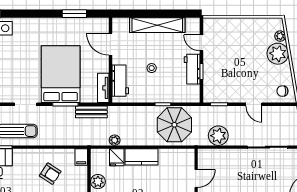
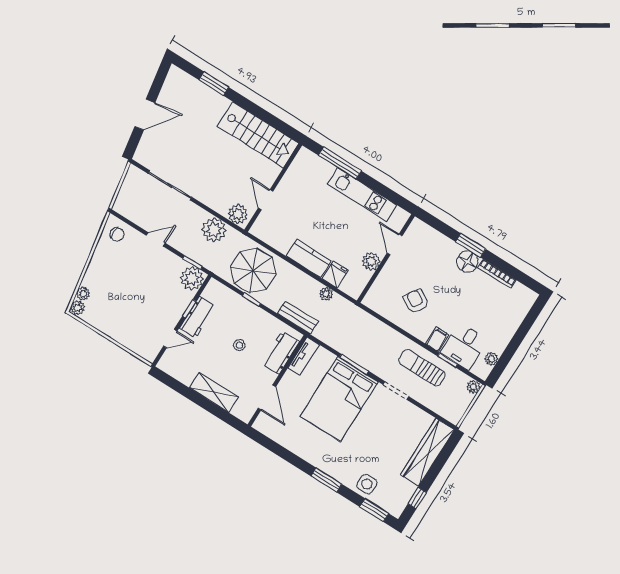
window: (74, 14) -> (326, 480), moved
shelving: (157, 25) -> (214, 392), width x0.68
door: (201, 43) -> (170, 339), hinge flipped
plant: (278, 54) -> (78, 308), moved, width x0.53, depth x0.53
plant: (213, 93) -> (192, 278), added
door: (254, 104) -> (156, 239), hinge flipped
bench: (91, 112) -> (298, 318), moved
filing cabinet: (81, 157) -> (437, 339), moved
plant: (209, 157) -> (238, 214), added
door: (196, 178) -> (266, 200), hinge flipped

